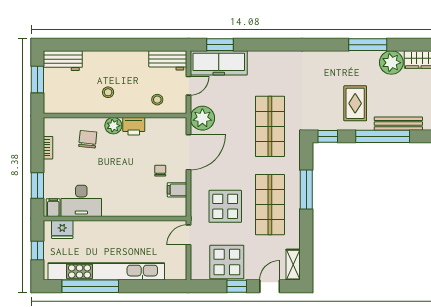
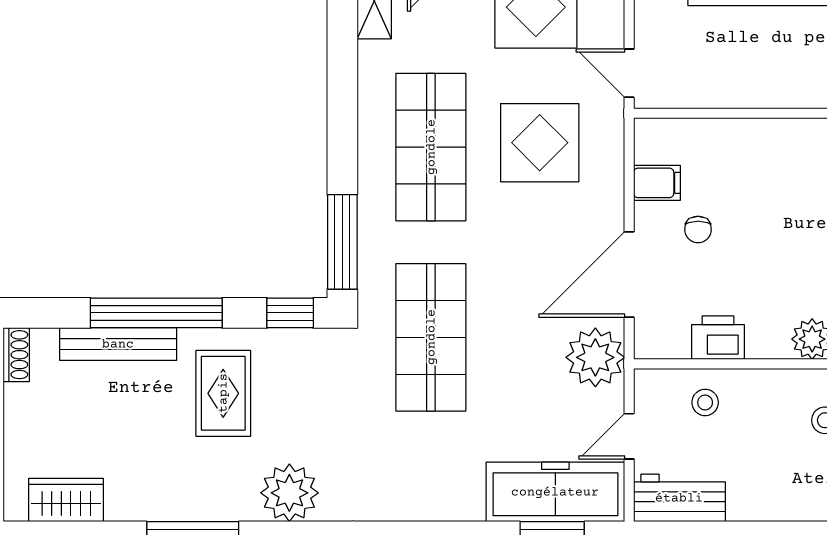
plant: (391, 63) -> (289, 493), moved
printer: (134, 126) -> (718, 338), moved
window: (306, 189) -> (342, 242), moved
door: (188, 235) -> (629, 73), swing flipped

